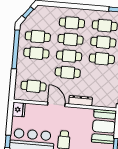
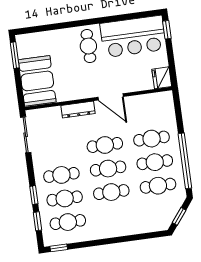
cafe table: (72, 23) -> (115, 216), removed
cafe table: (34, 86) -> (152, 139), moved

